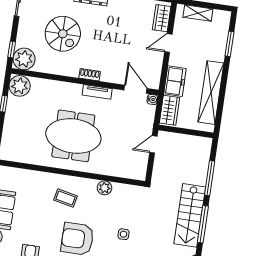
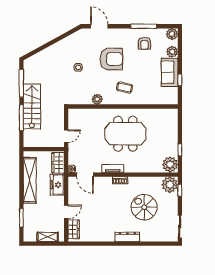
stairs: (190, 215) -> (32, 107), moved

